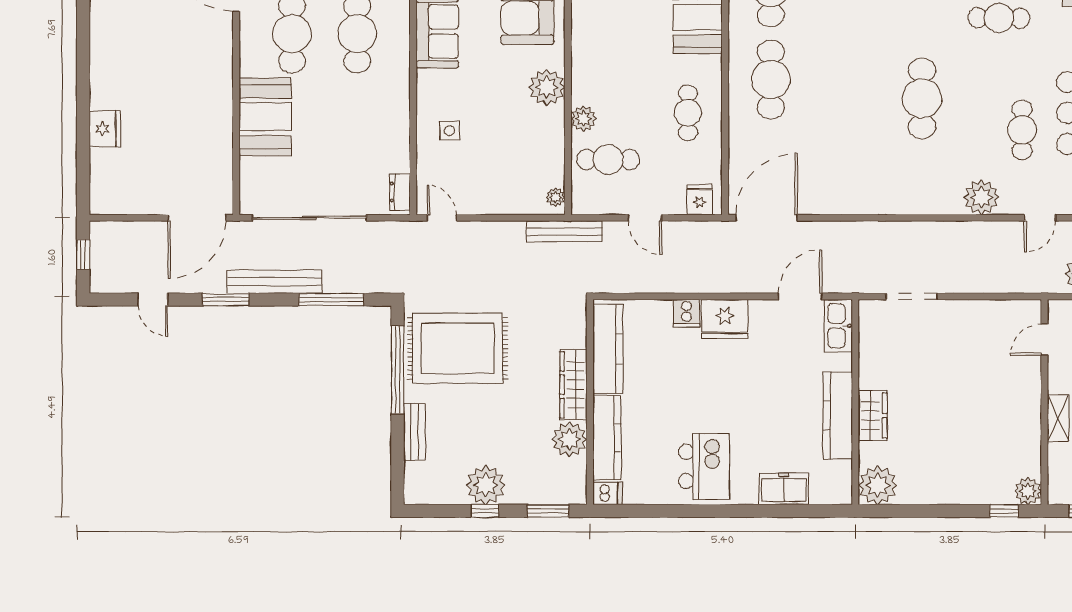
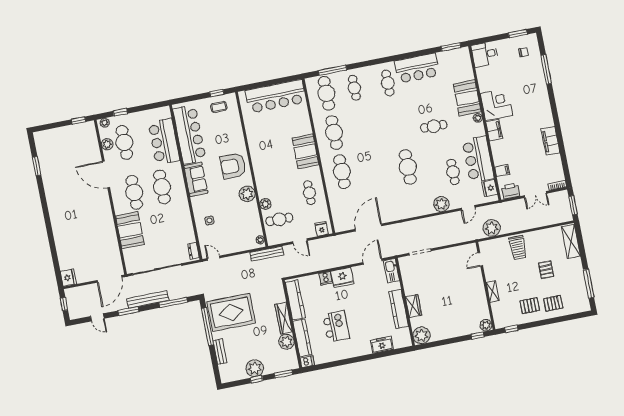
fridge: (105, 129) -> (68, 278), moved
door: (767, 218) -> (368, 228), moved
kitchen island: (704, 466) -> (336, 326), moved

